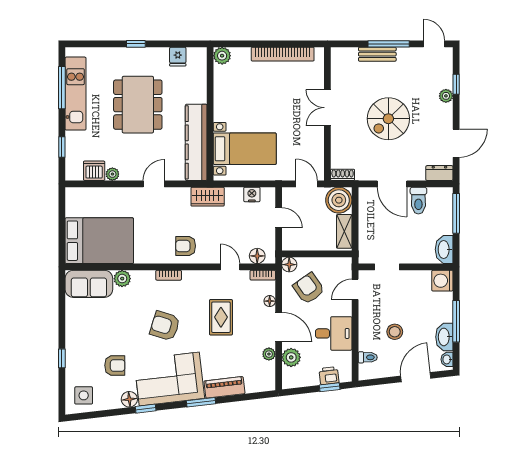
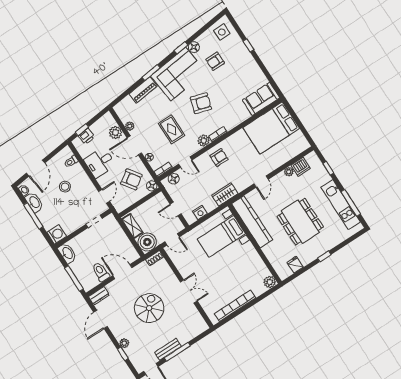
bench: (377, 54) -> (168, 349), moved
plant: (122, 279) -> (204, 141), moved

